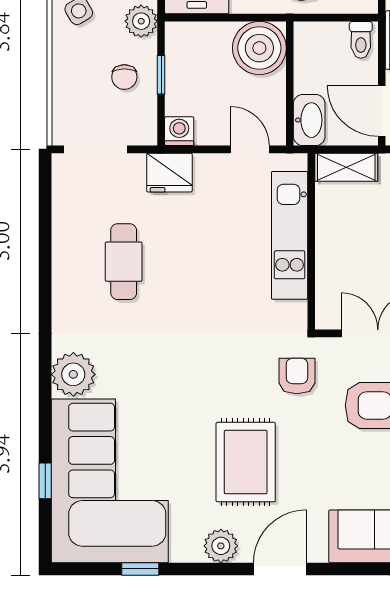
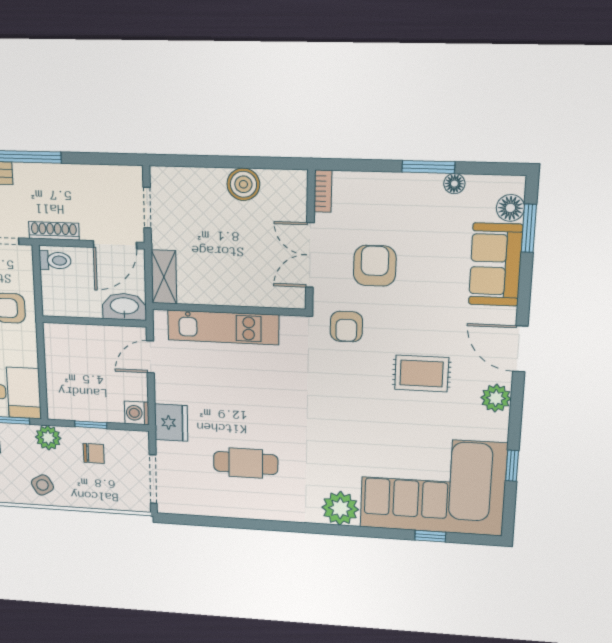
boiler: (259, 48) -> (66, 345), removed
armchair: (297, 376) -> (346, 327), turned -90
rug: (246, 462) -> (422, 374), width x0.73, depth x0.70

